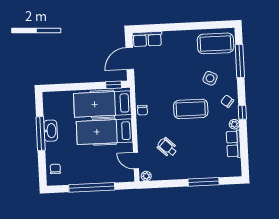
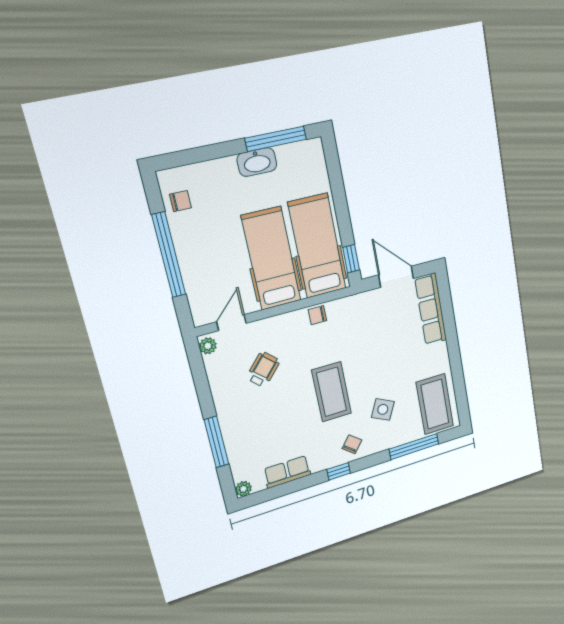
row of seats: (147, 39) -> (431, 309), width x1.48
plant: (234, 124) -> (243, 489), moved
window: (41, 134) -> (276, 139), moved
chair: (55, 169) -> (181, 201), moved

